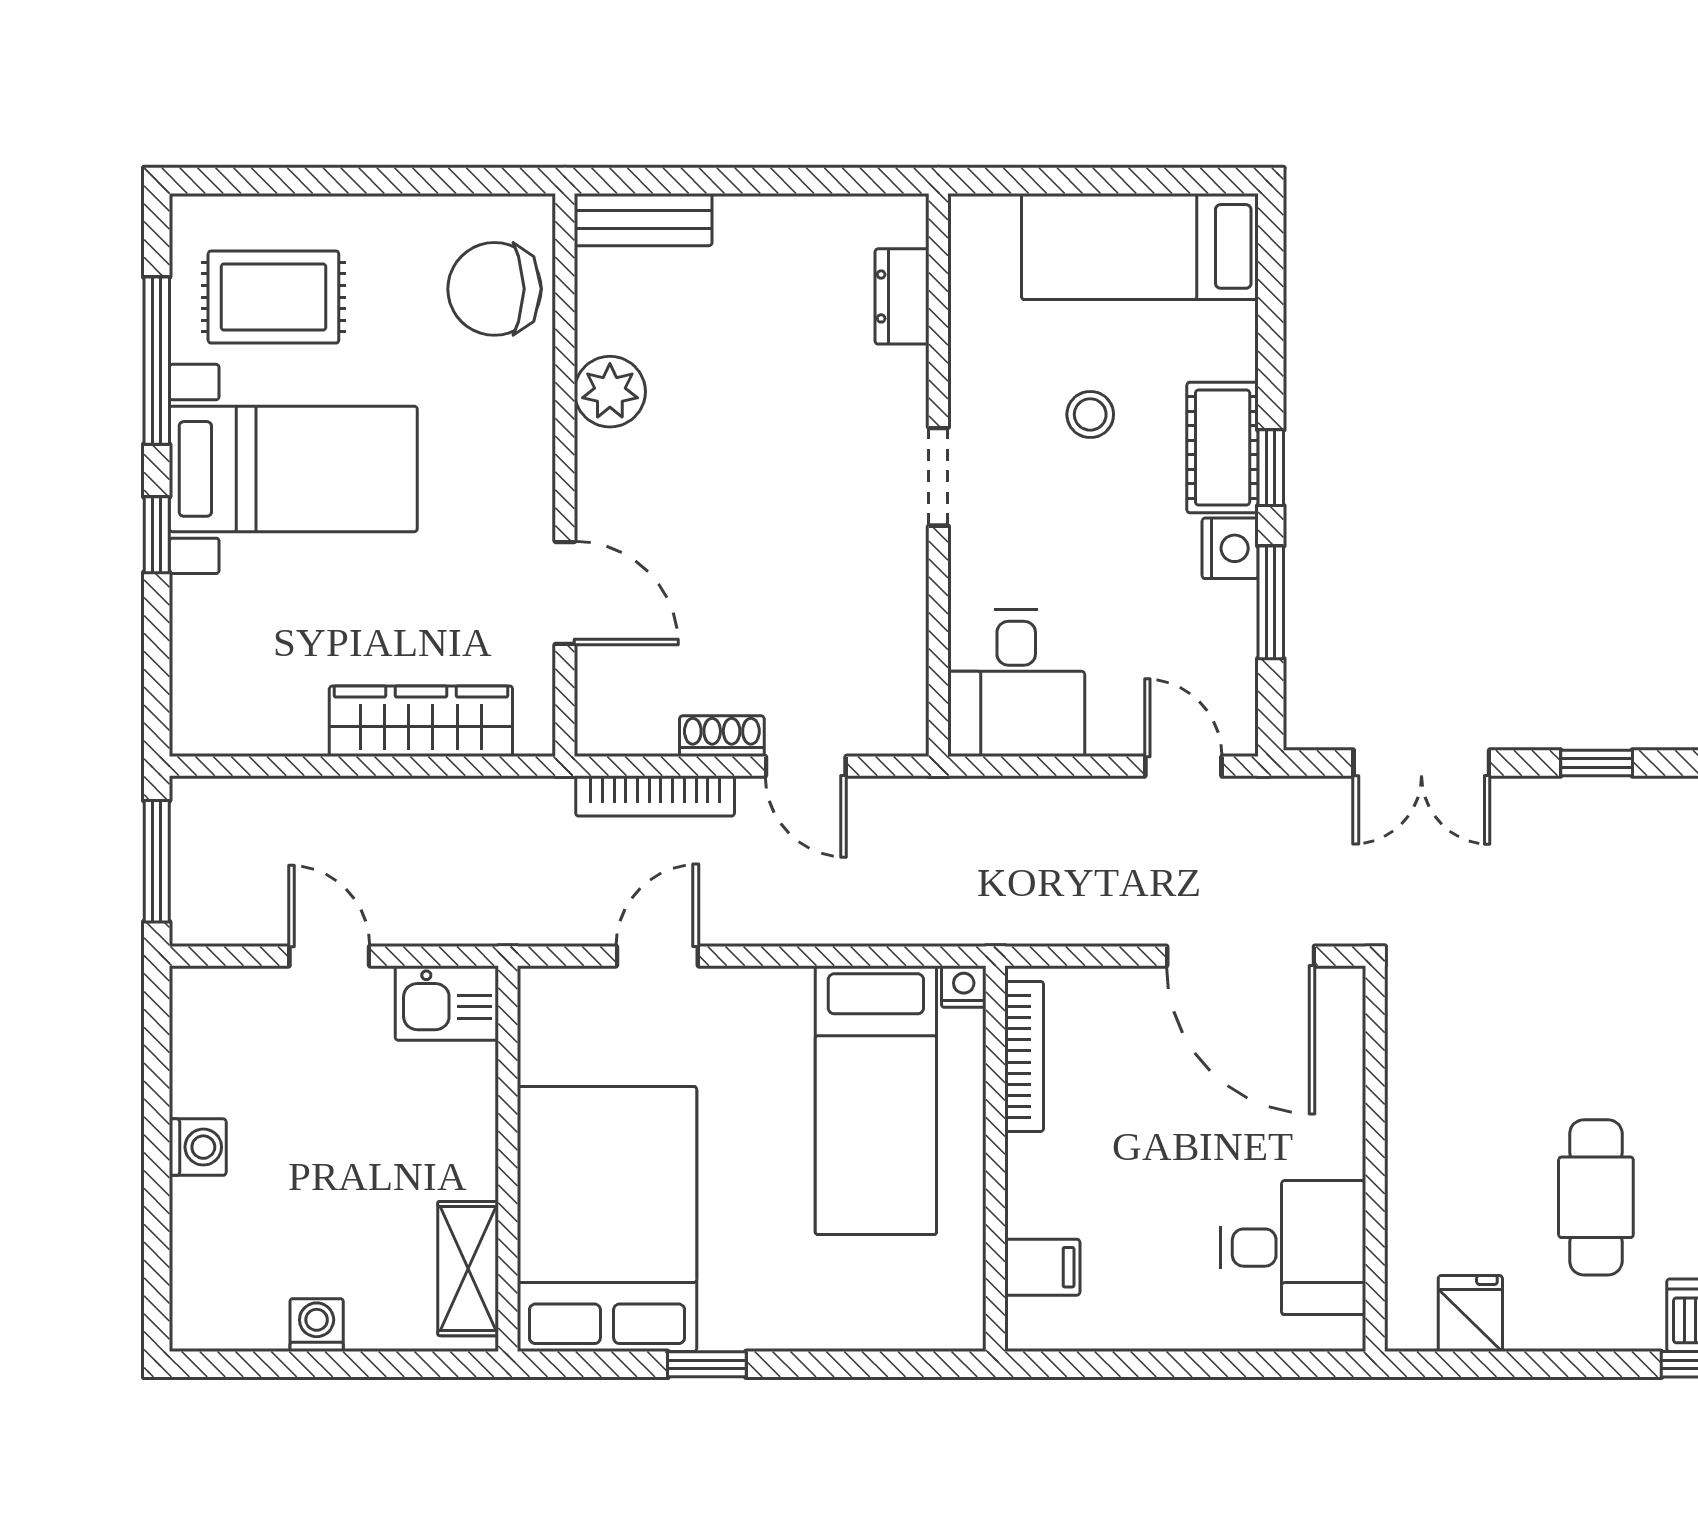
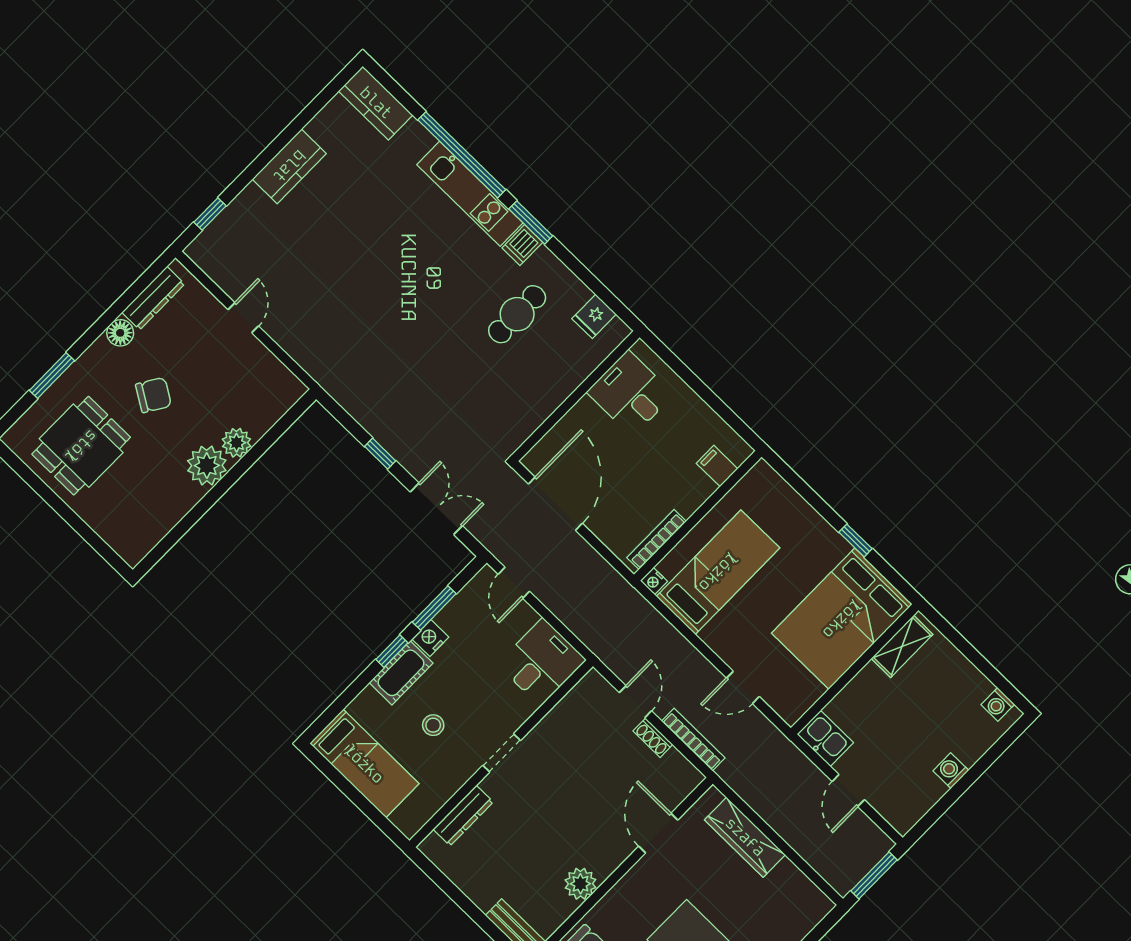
dresser: (902, 296) -> (463, 816), width x1.44
washing machine: (317, 1325) -> (998, 705), moved

